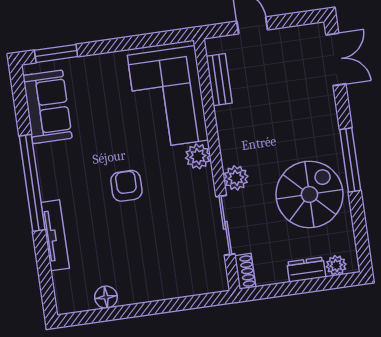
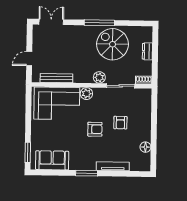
bench: (219, 80) -> (56, 78), width x1.36
window: (32, 183) -> (87, 173), width x0.47
armchair: (126, 186) -> (95, 129), turned 180
armchair: (149, 237) -> (120, 123), added
plant: (336, 265) -> (148, 37), removed

